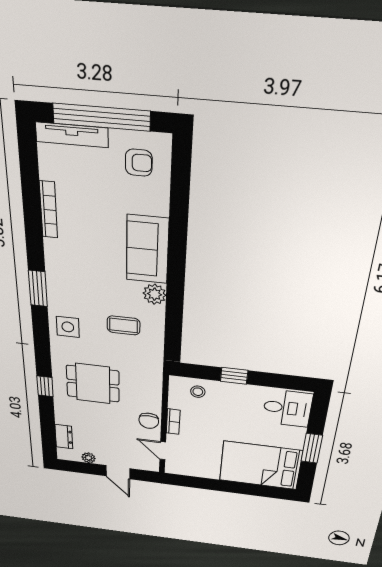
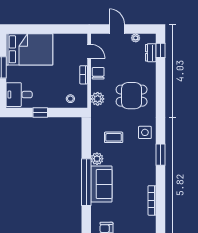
window: (177, 256) -> (86, 182), added
window: (234, 376) -> (40, 113), moved
window: (45, 386) -> (160, 50), moved
plant: (151, 386) -> (98, 99), added

